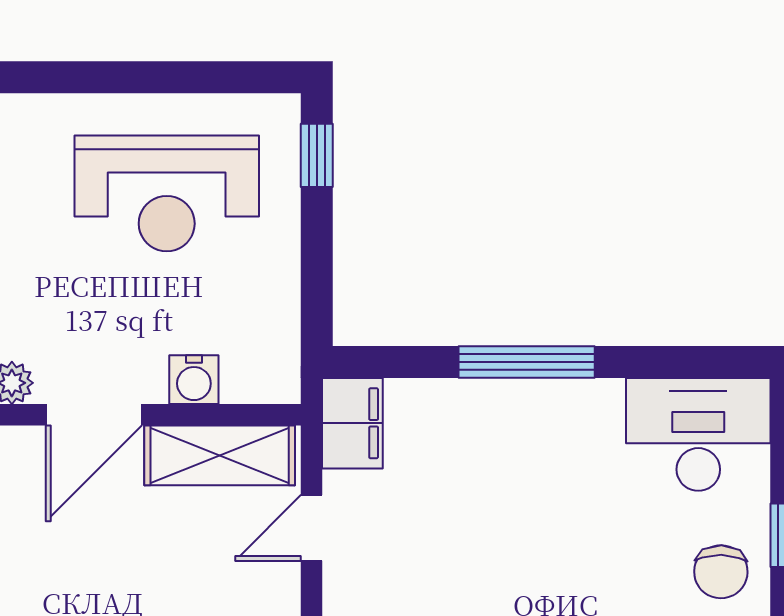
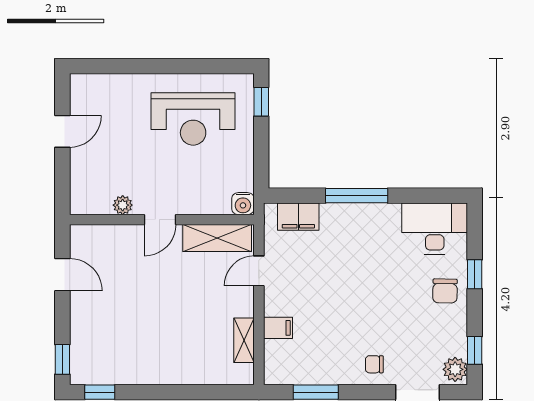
water cooler: (194, 380) -> (243, 204), moved
door: (94, 415) -> (160, 220), width x0.73
filing cabinet: (352, 423) -> (298, 217), moved, turned 90

